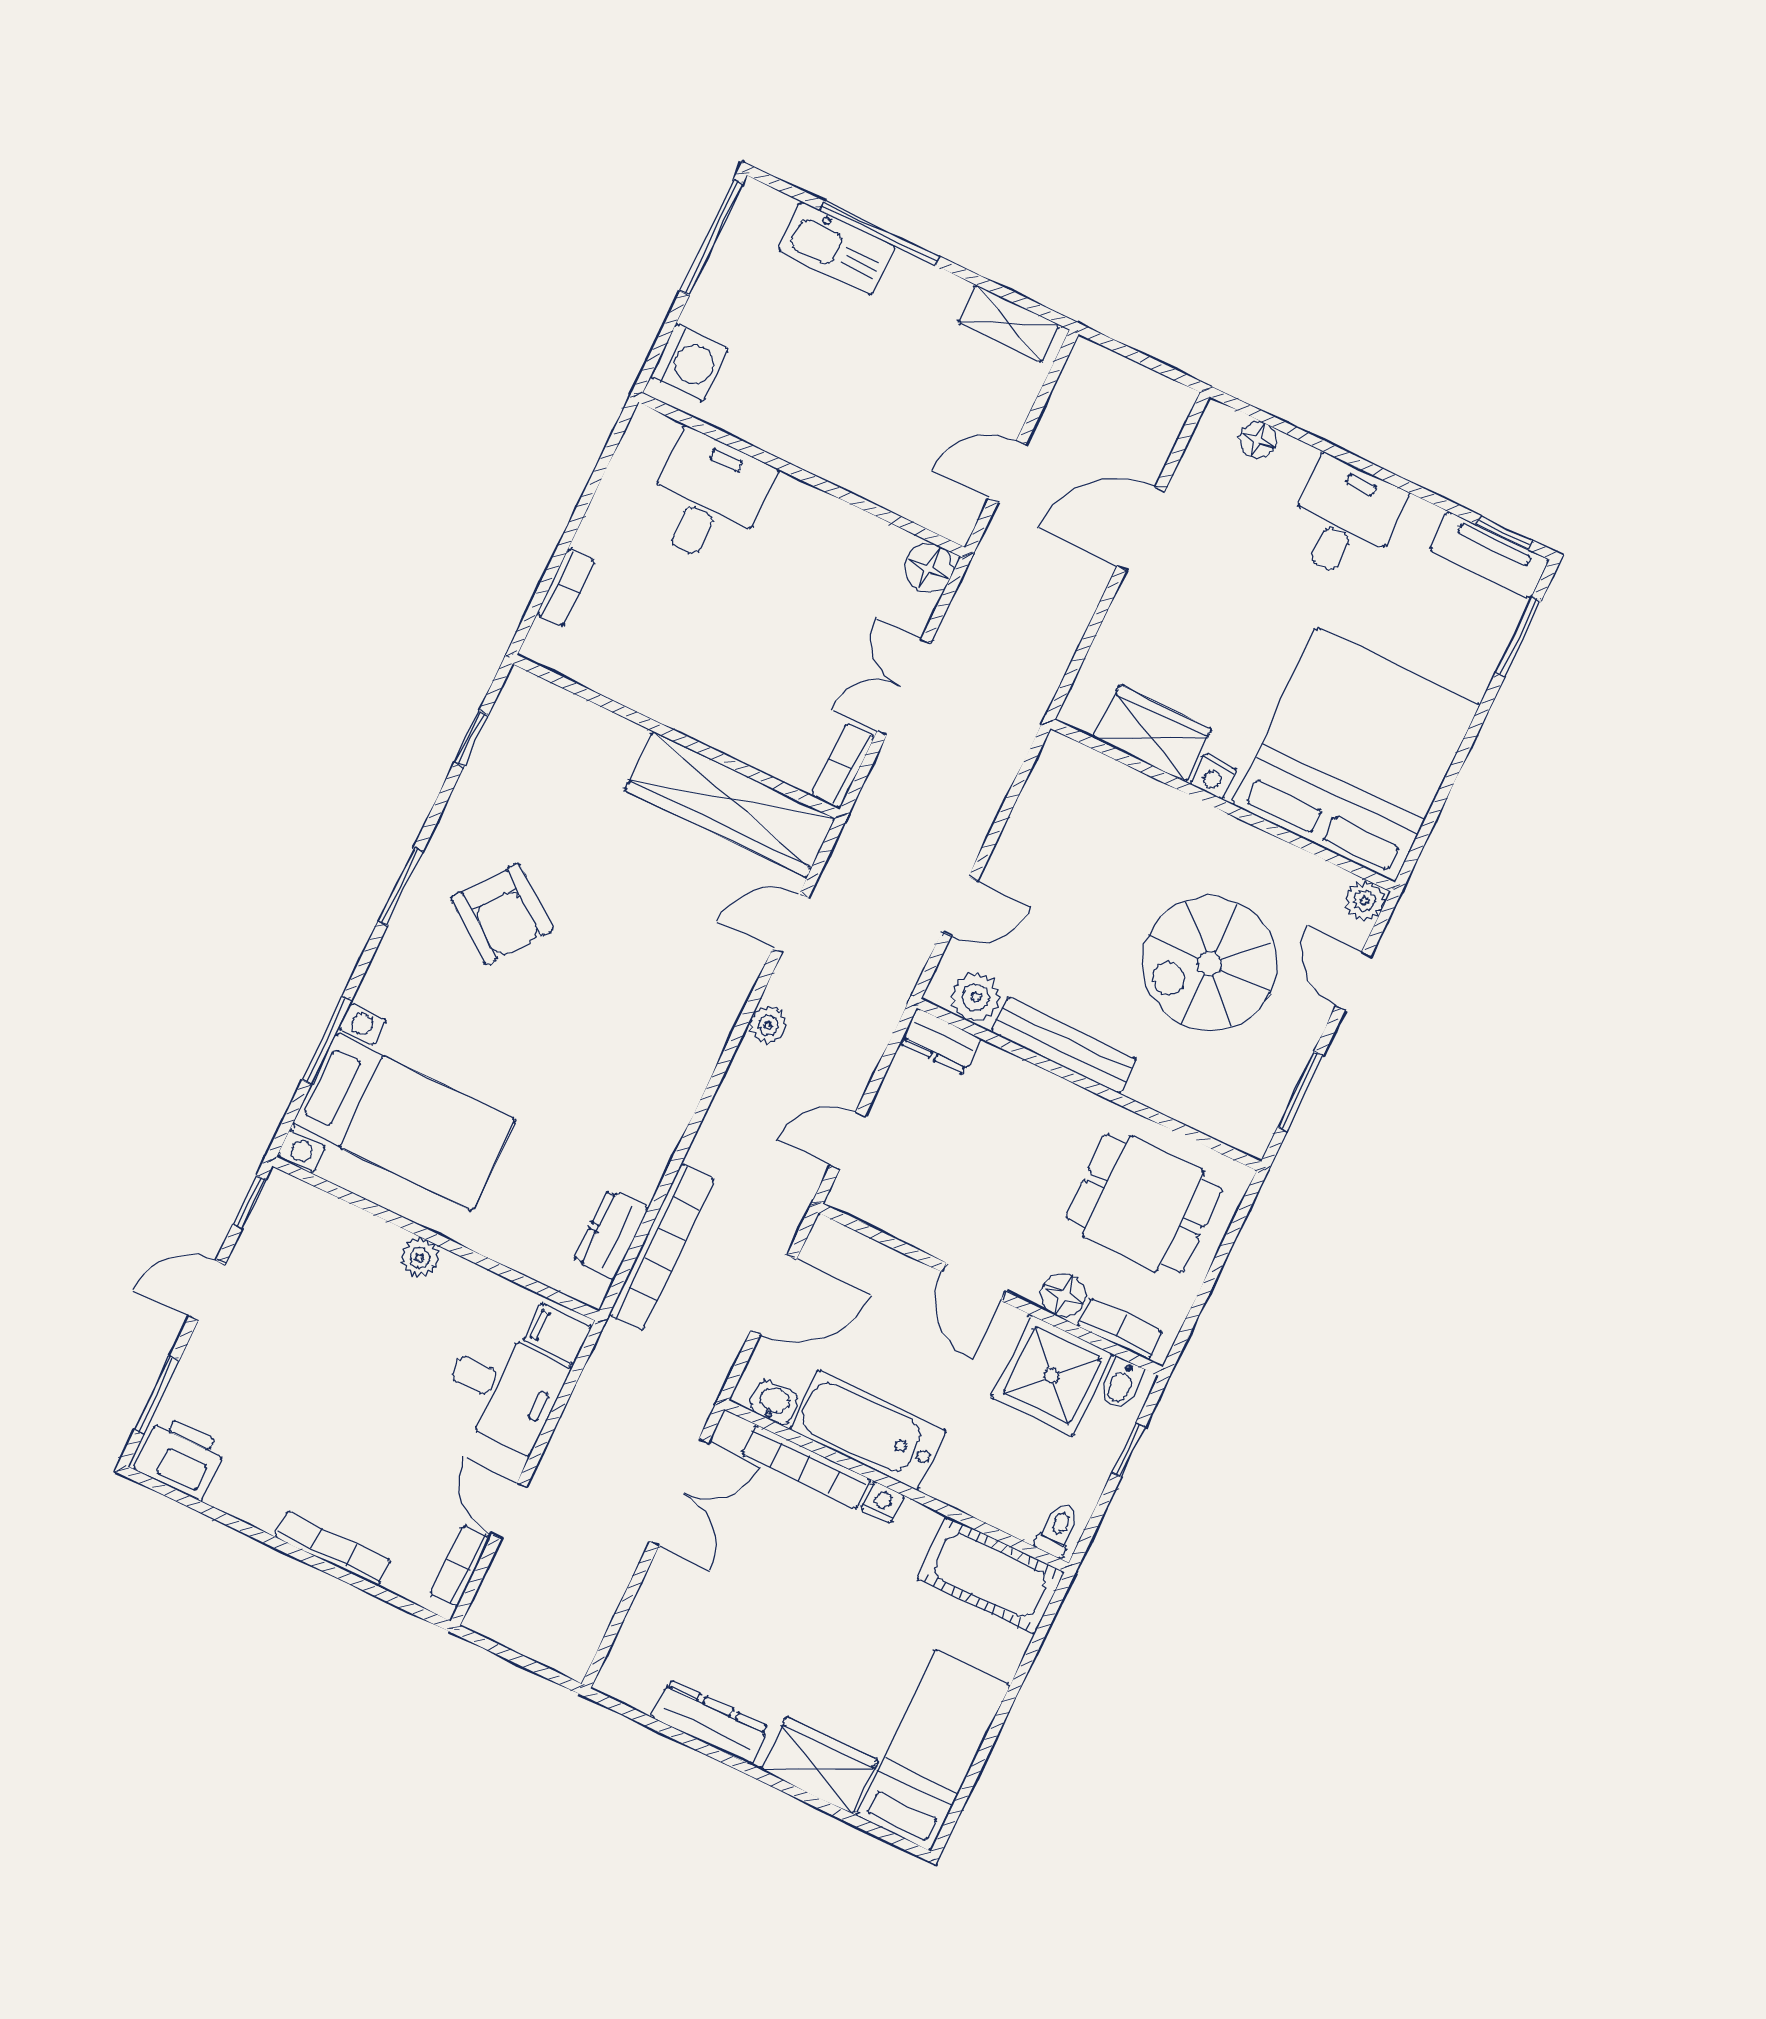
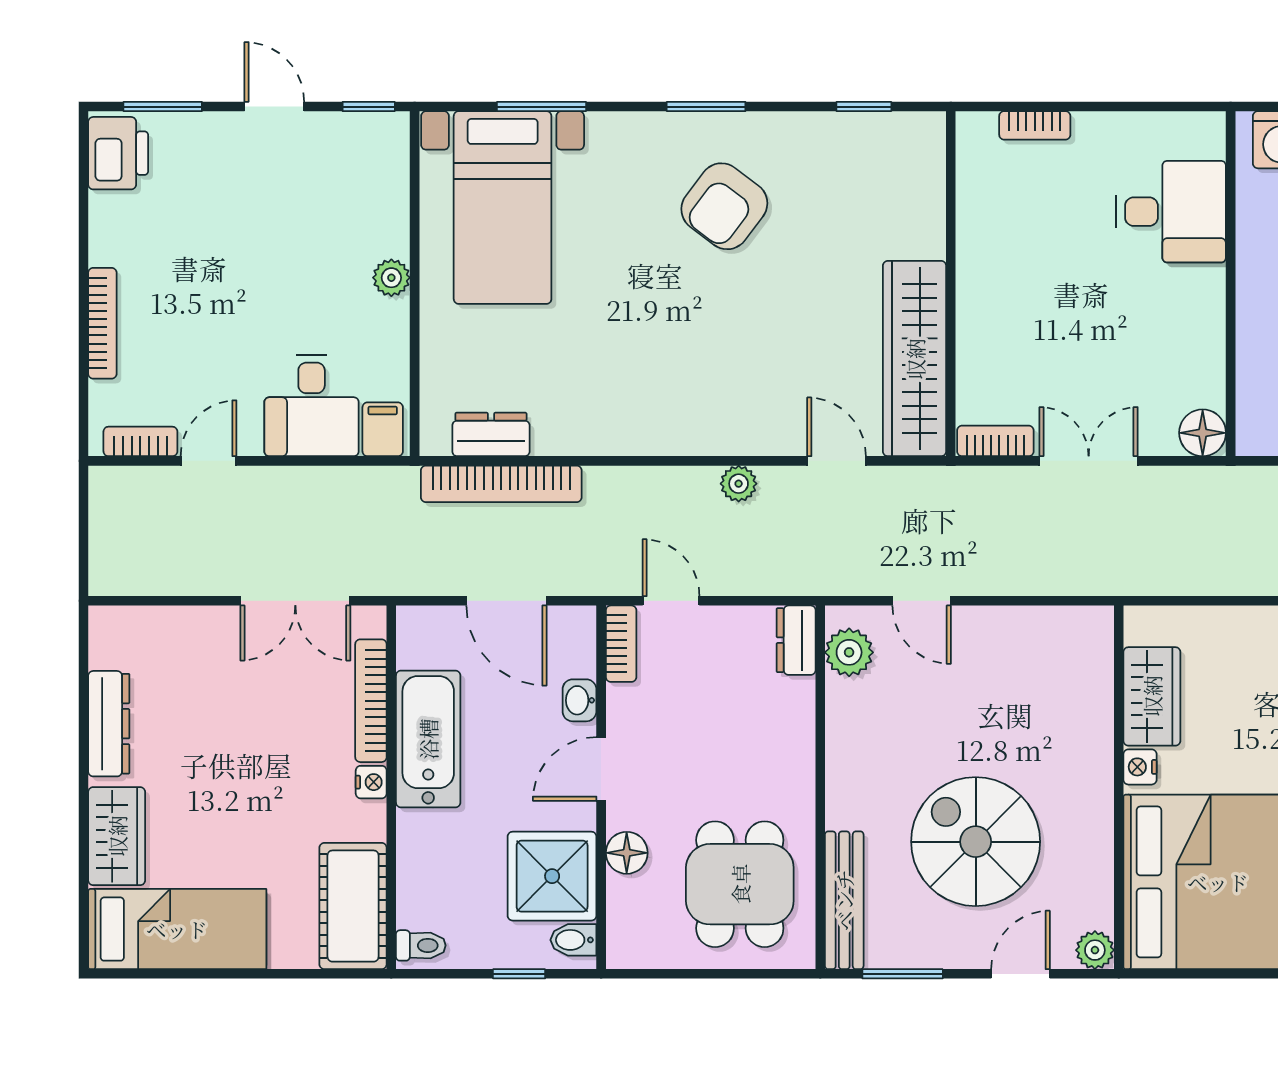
bench: (1064, 1045) -> (844, 900), moved
bookcase: (1120, 1329) -> (621, 644), moved
washbasin: (774, 1403) -> (579, 700), moved, turned 180

